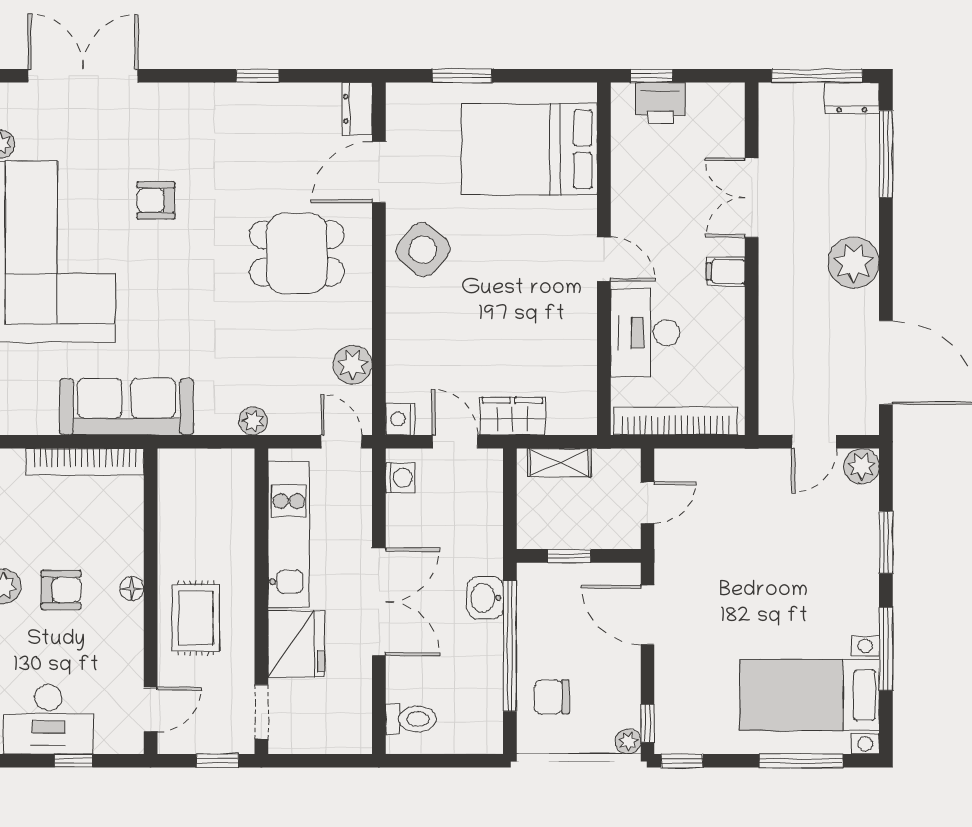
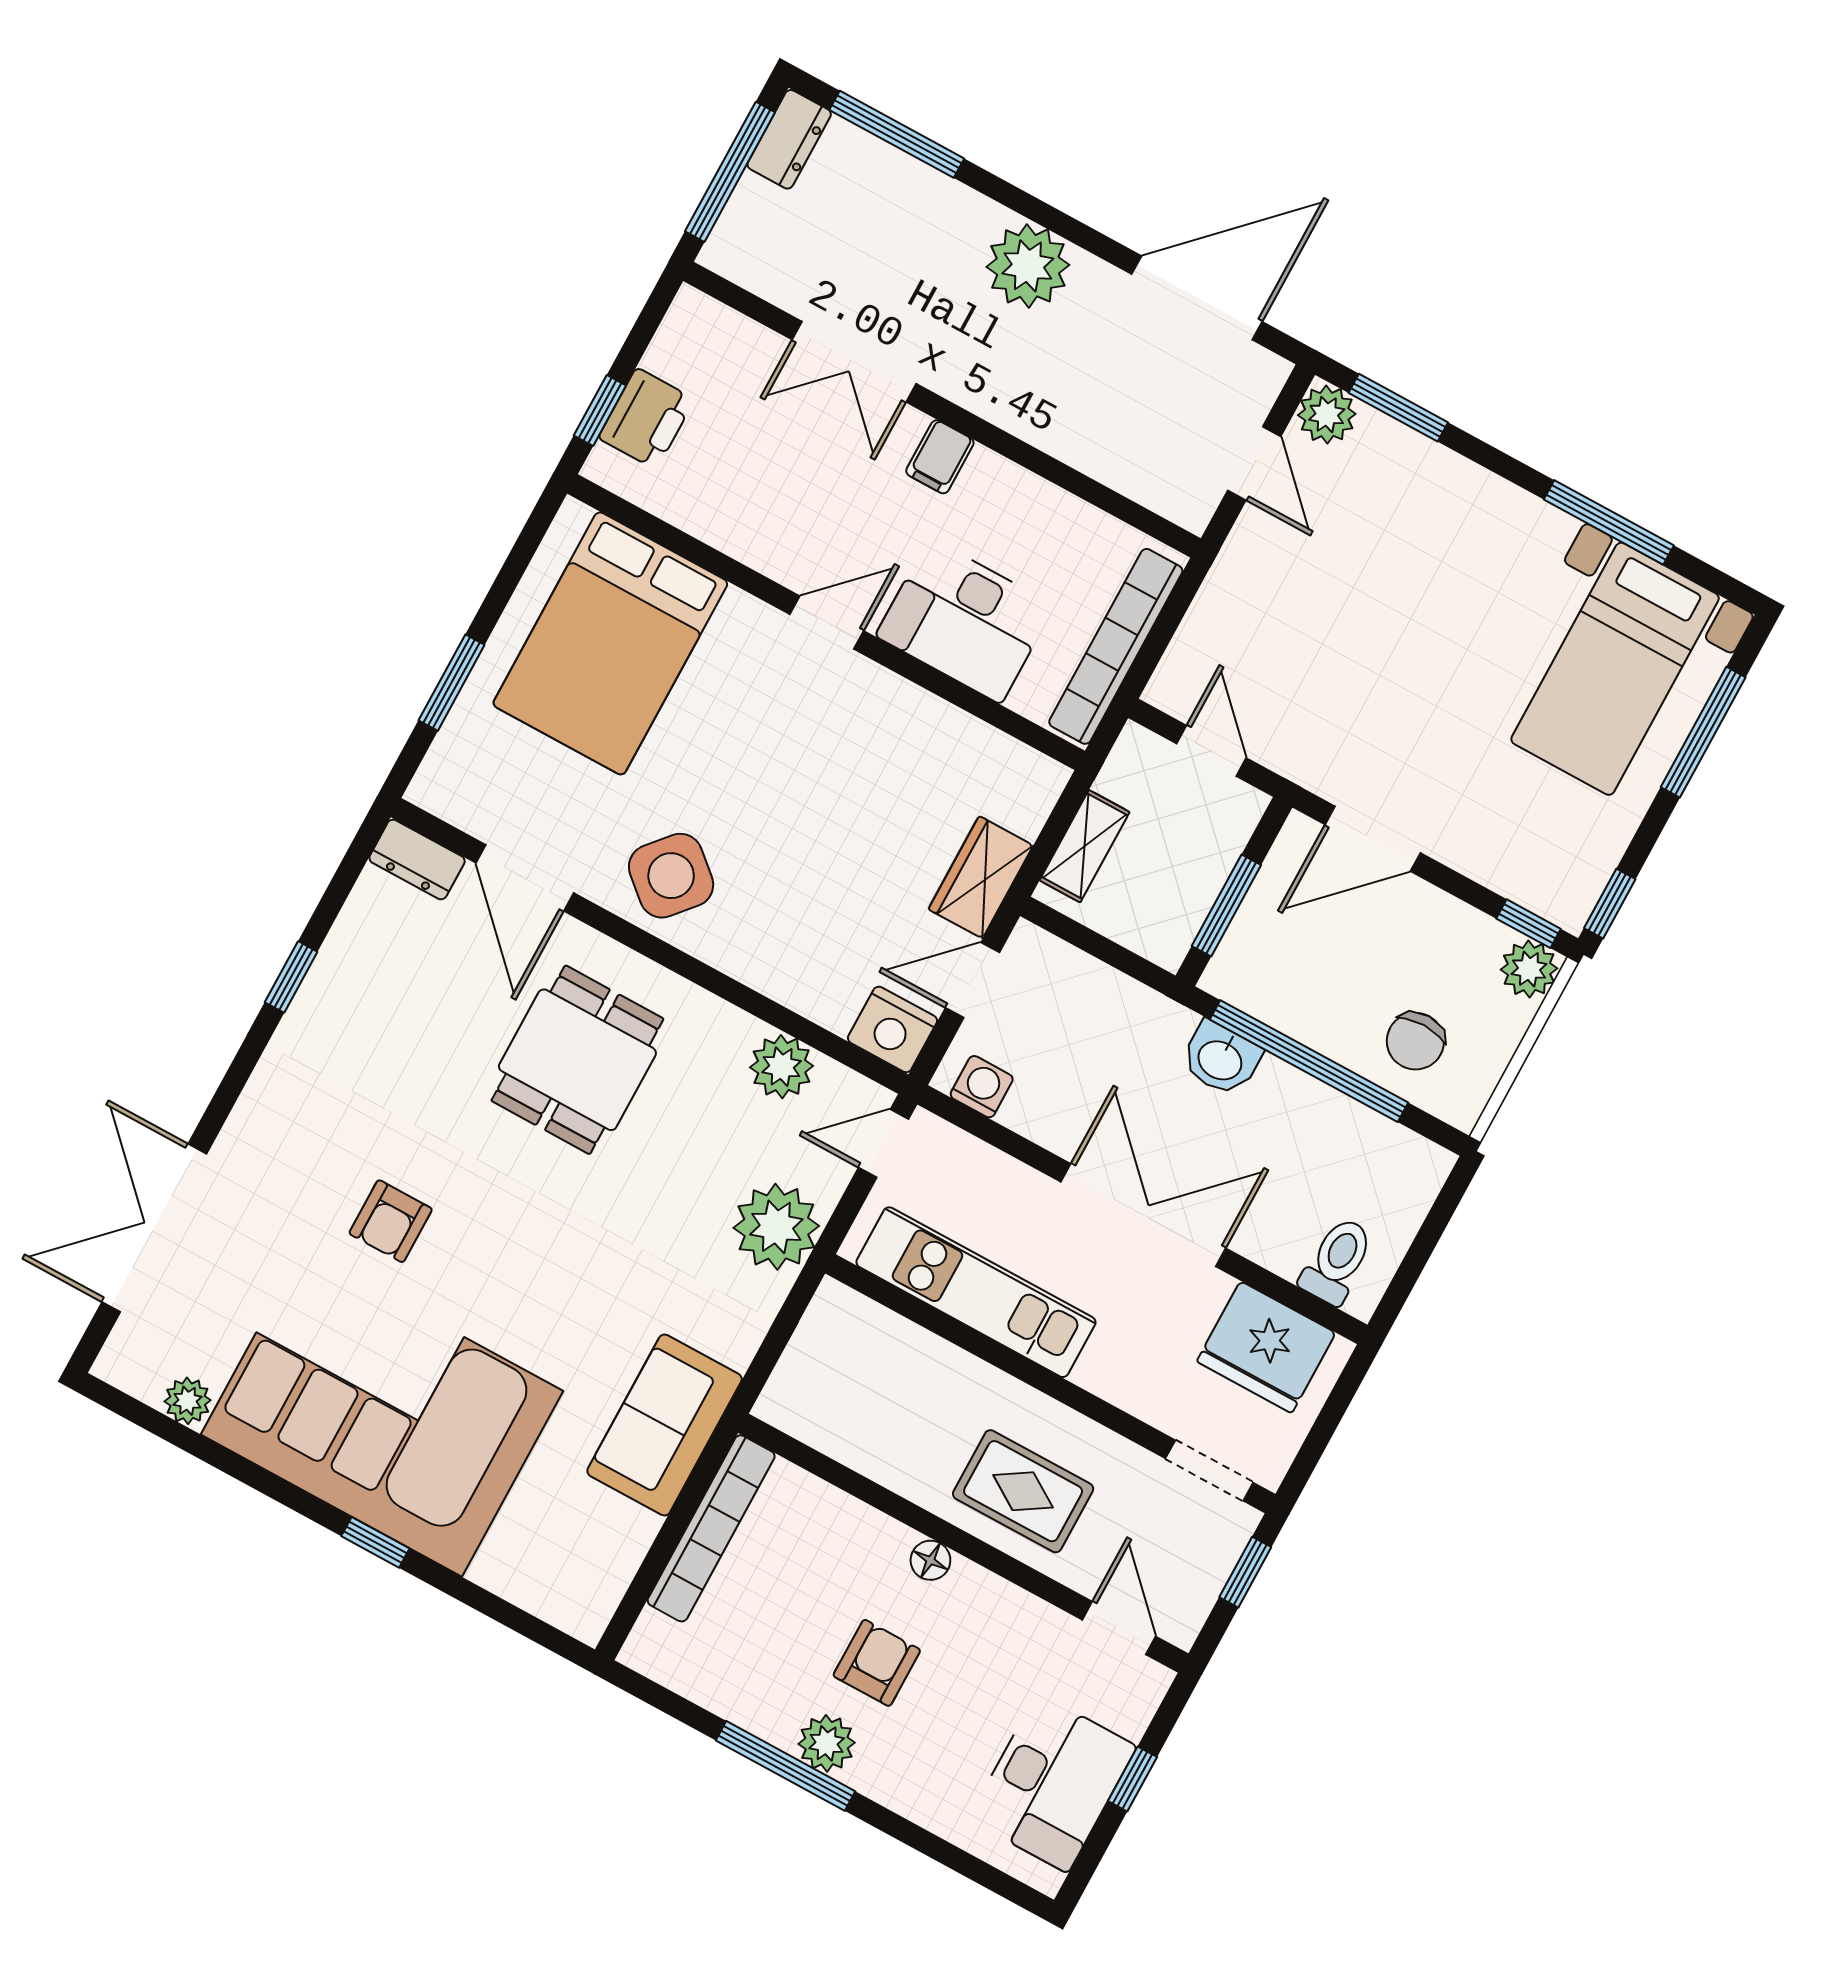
sofa: (127, 407) -> (665, 1425), width x0.73
nightstand: (400, 419) -> (893, 1029), width x1.36, depth x1.33
plant: (253, 421) -> (776, 1227), width x1.88, depth x1.88
window: (886, 542) -> (1398, 408), moved
window: (569, 556) -> (1226, 905), width x1.50
fridge: (296, 644) -> (1266, 1347), moved, turned 180
plant: (628, 741) -> (1529, 969), width x1.38, depth x1.38

